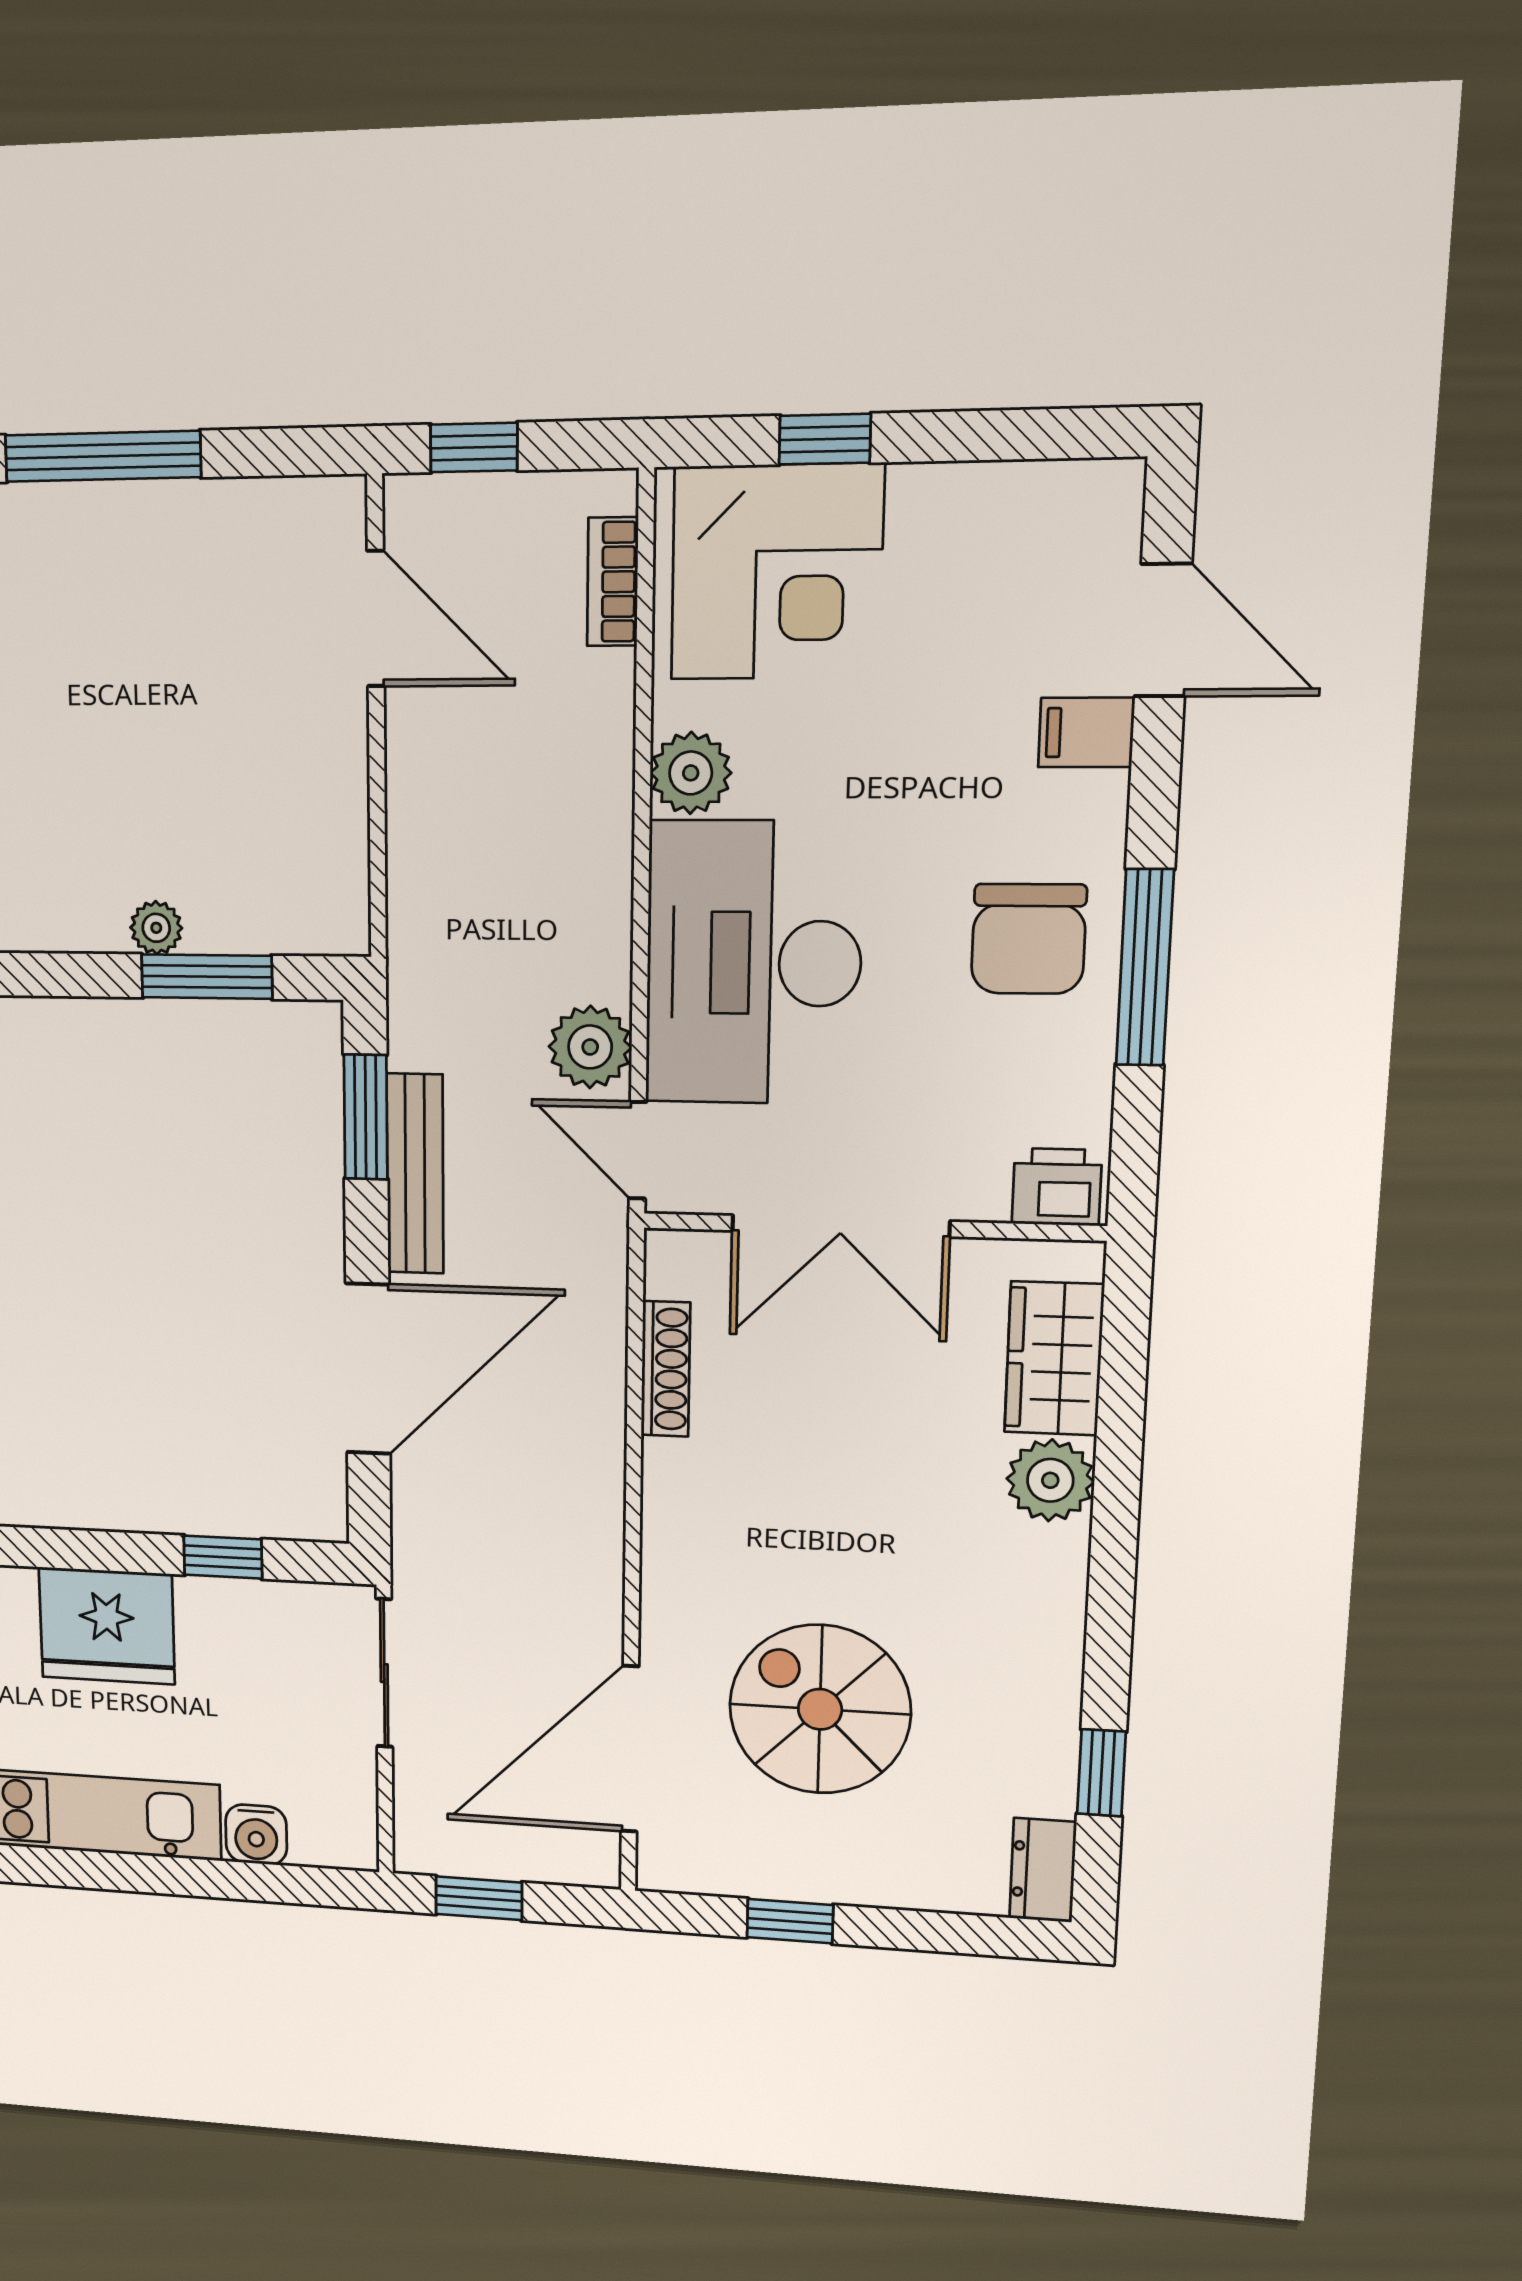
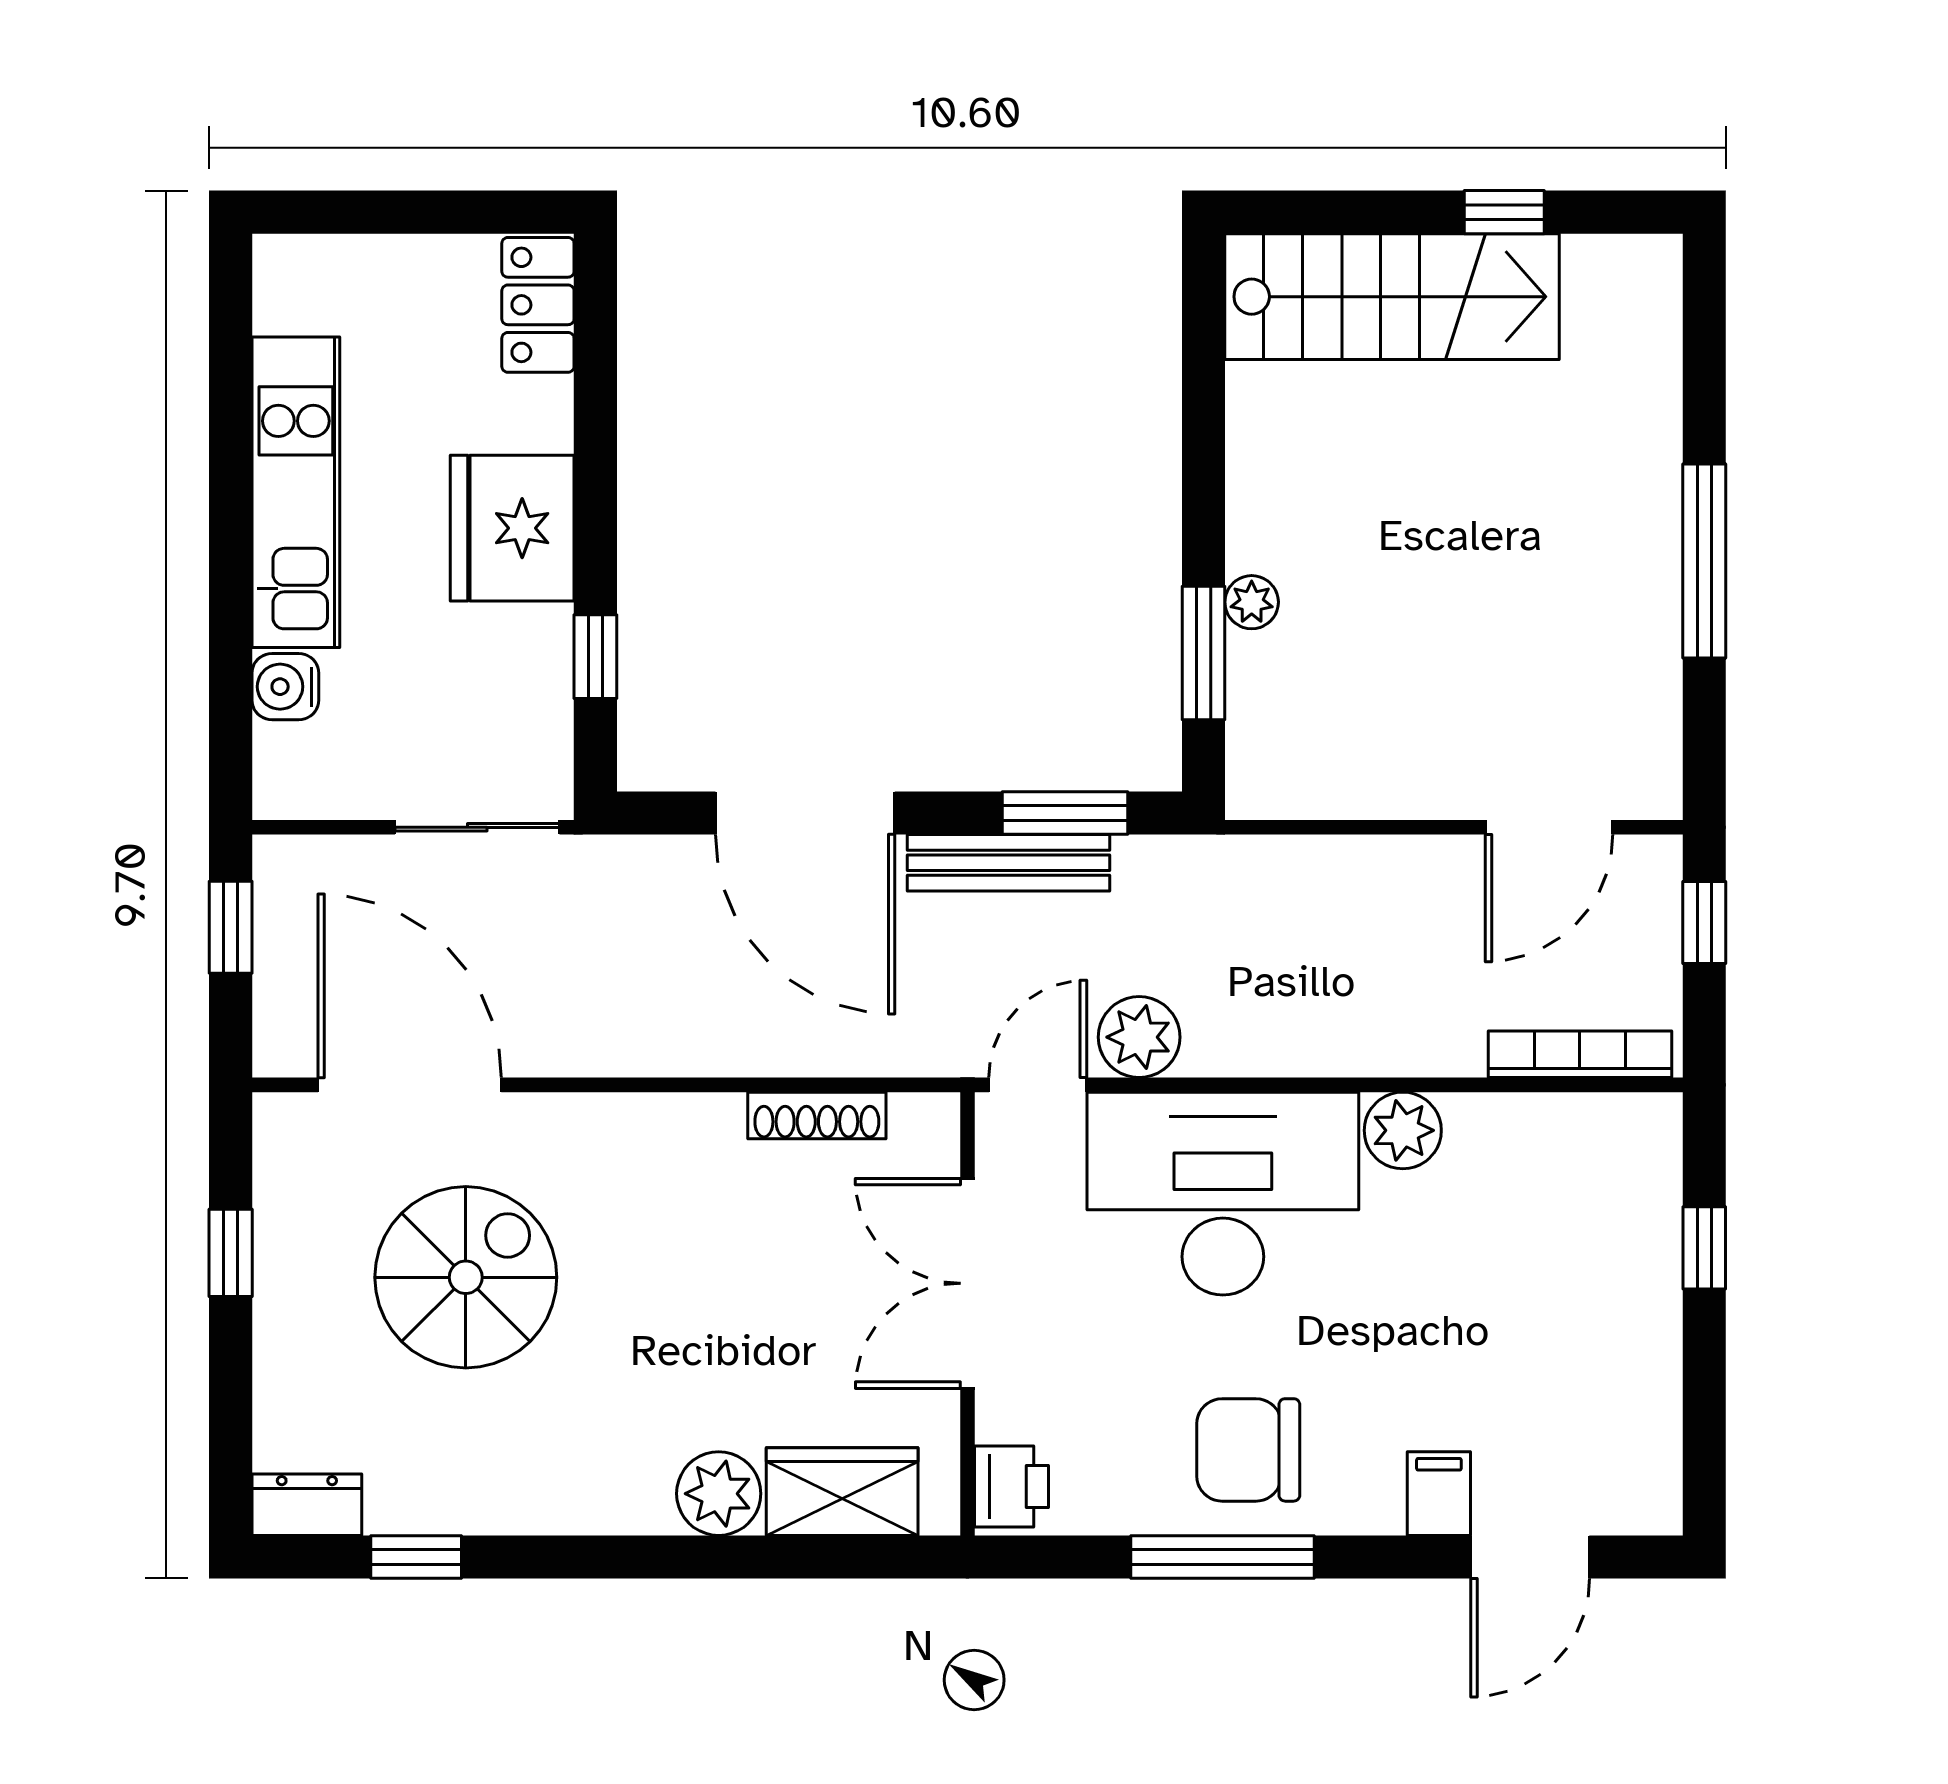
corner desk: (777, 572) -> (1587, 1207), removed
bookcase: (613, 582) -> (1580, 1054), width x1.56

